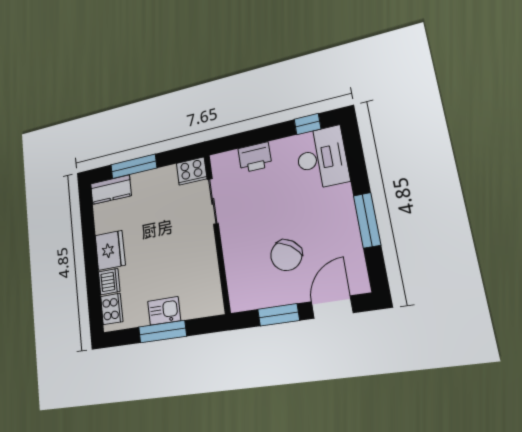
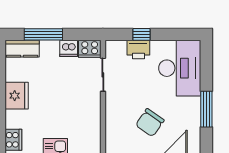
window: (307, 124) -> (141, 34), moved
desk: (322, 158) -> (180, 68), width x1.36, depth x1.30
dishwasher: (109, 282) -> (69, 48), moved, turned 90

